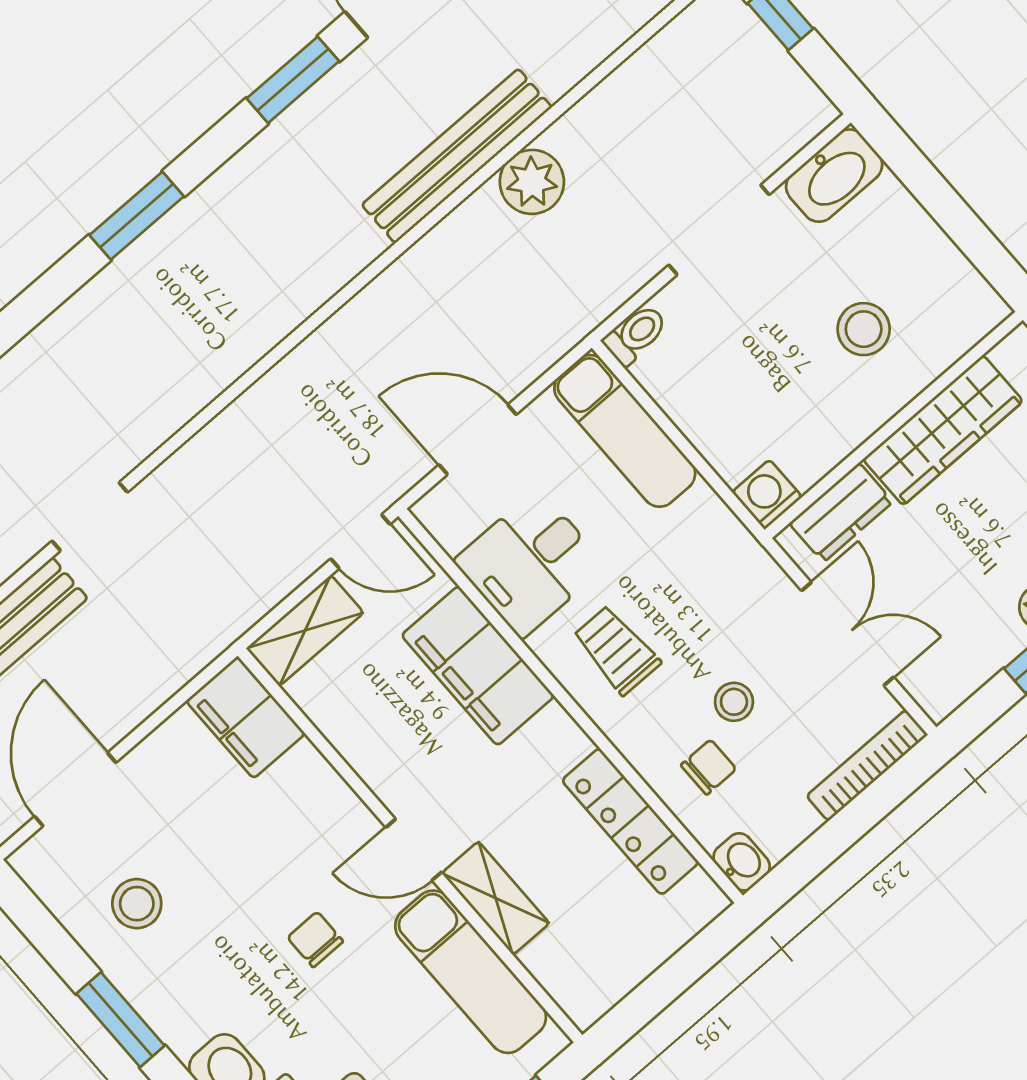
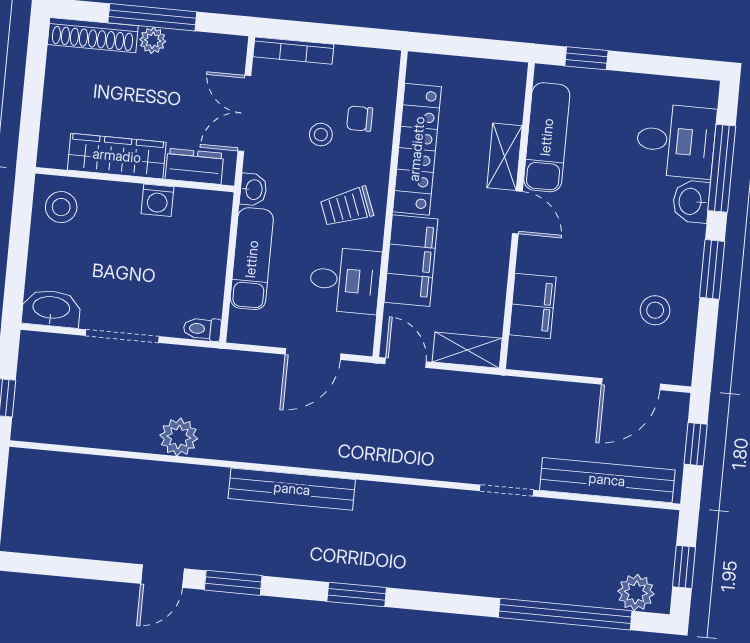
bench: (457, 156) -> (292, 489), moved
stool: (864, 329) -> (61, 207), moved
exam couch: (625, 431) -> (252, 259), moved
door: (478, 440) -> (313, 354), hinge flipped
washing machine: (767, 494) -> (157, 200), moved
trolley: (617, 650) -> (347, 207), turned 69
filing cabinet: (246, 717) -> (533, 306), moved
locker: (630, 821) -> (417, 149), width x1.41, depth x1.21
washbasin: (742, 862) -> (253, 190), moved, turned 180
chair: (315, 939) -> (597, 218), removed

